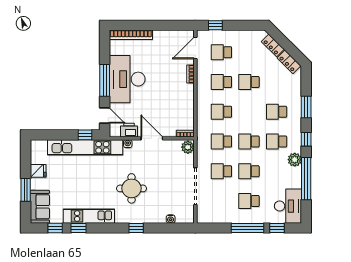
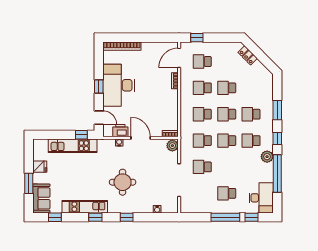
locker: (289, 62) -> (262, 70), removed
window: (105, 80) -> (99, 87), width x0.46
kitchen unit: (85, 147) -> (73, 146), width x0.73
school desk: (249, 171) -> (227, 114), moved
window: (79, 228) -> (95, 217), moved

